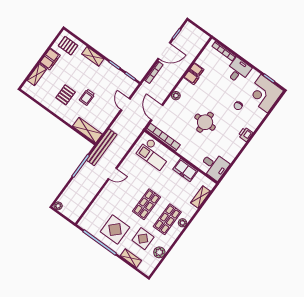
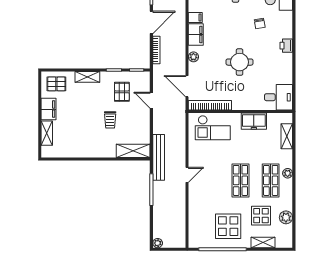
filing cabinet: (191, 78) -> (196, 34), width x2.00
pallet: (66, 95) -> (122, 92), moved

